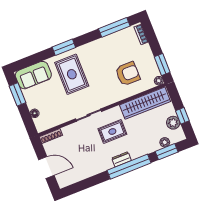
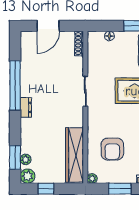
window: (162, 65) -> (120, 189), moved
plant: (173, 123) -> (28, 176), moved
rug: (112, 131) -> (58, 109), removed
window: (129, 167) -> (15, 85), moved

